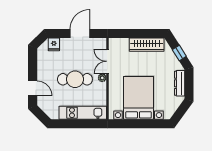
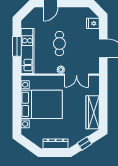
double door: (107, 61) -> (77, 75), swing flipped
cafe table: (75, 79) -> (59, 44), width x0.73, depth x0.74
window: (78, 124) -> (17, 46), added

